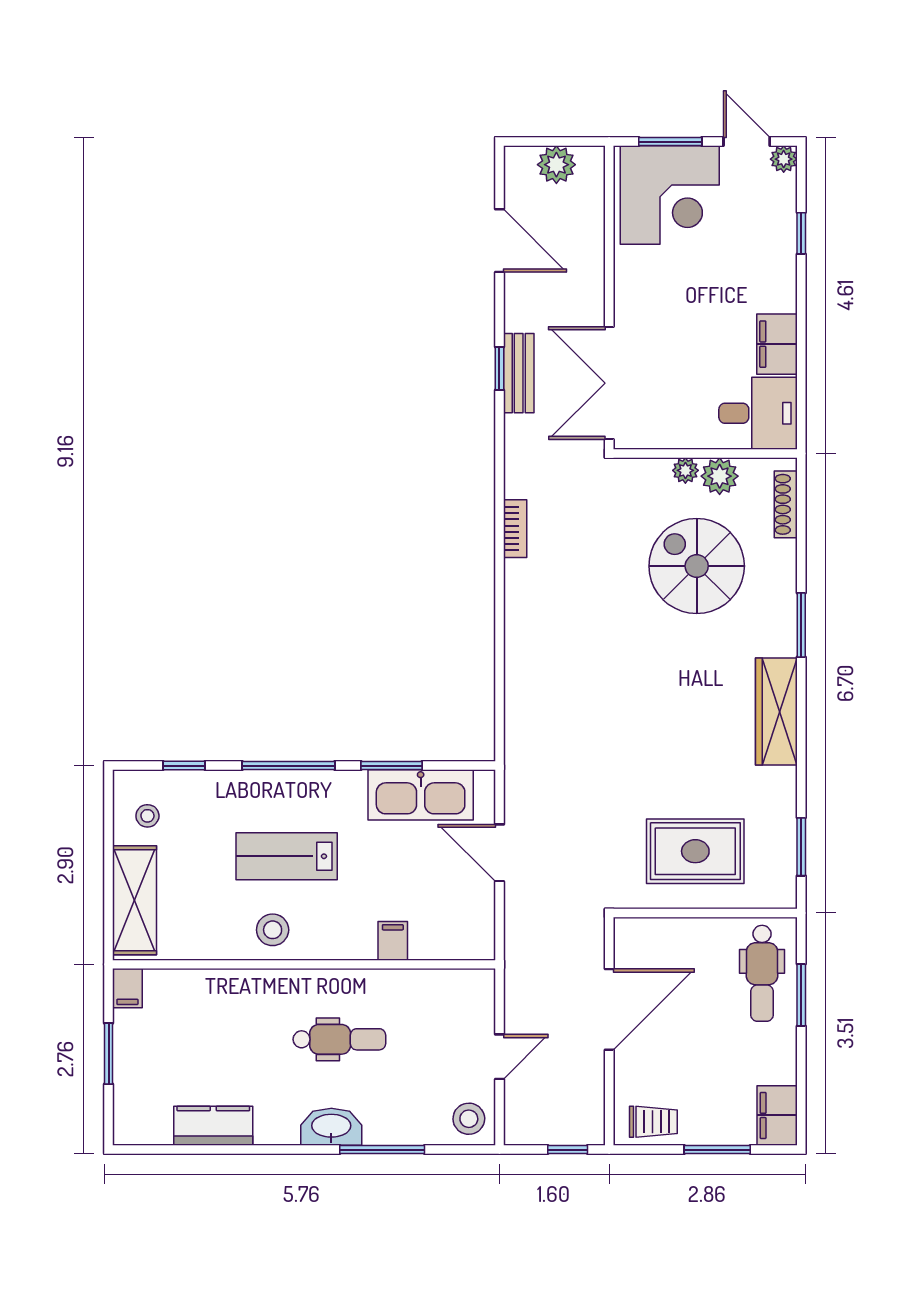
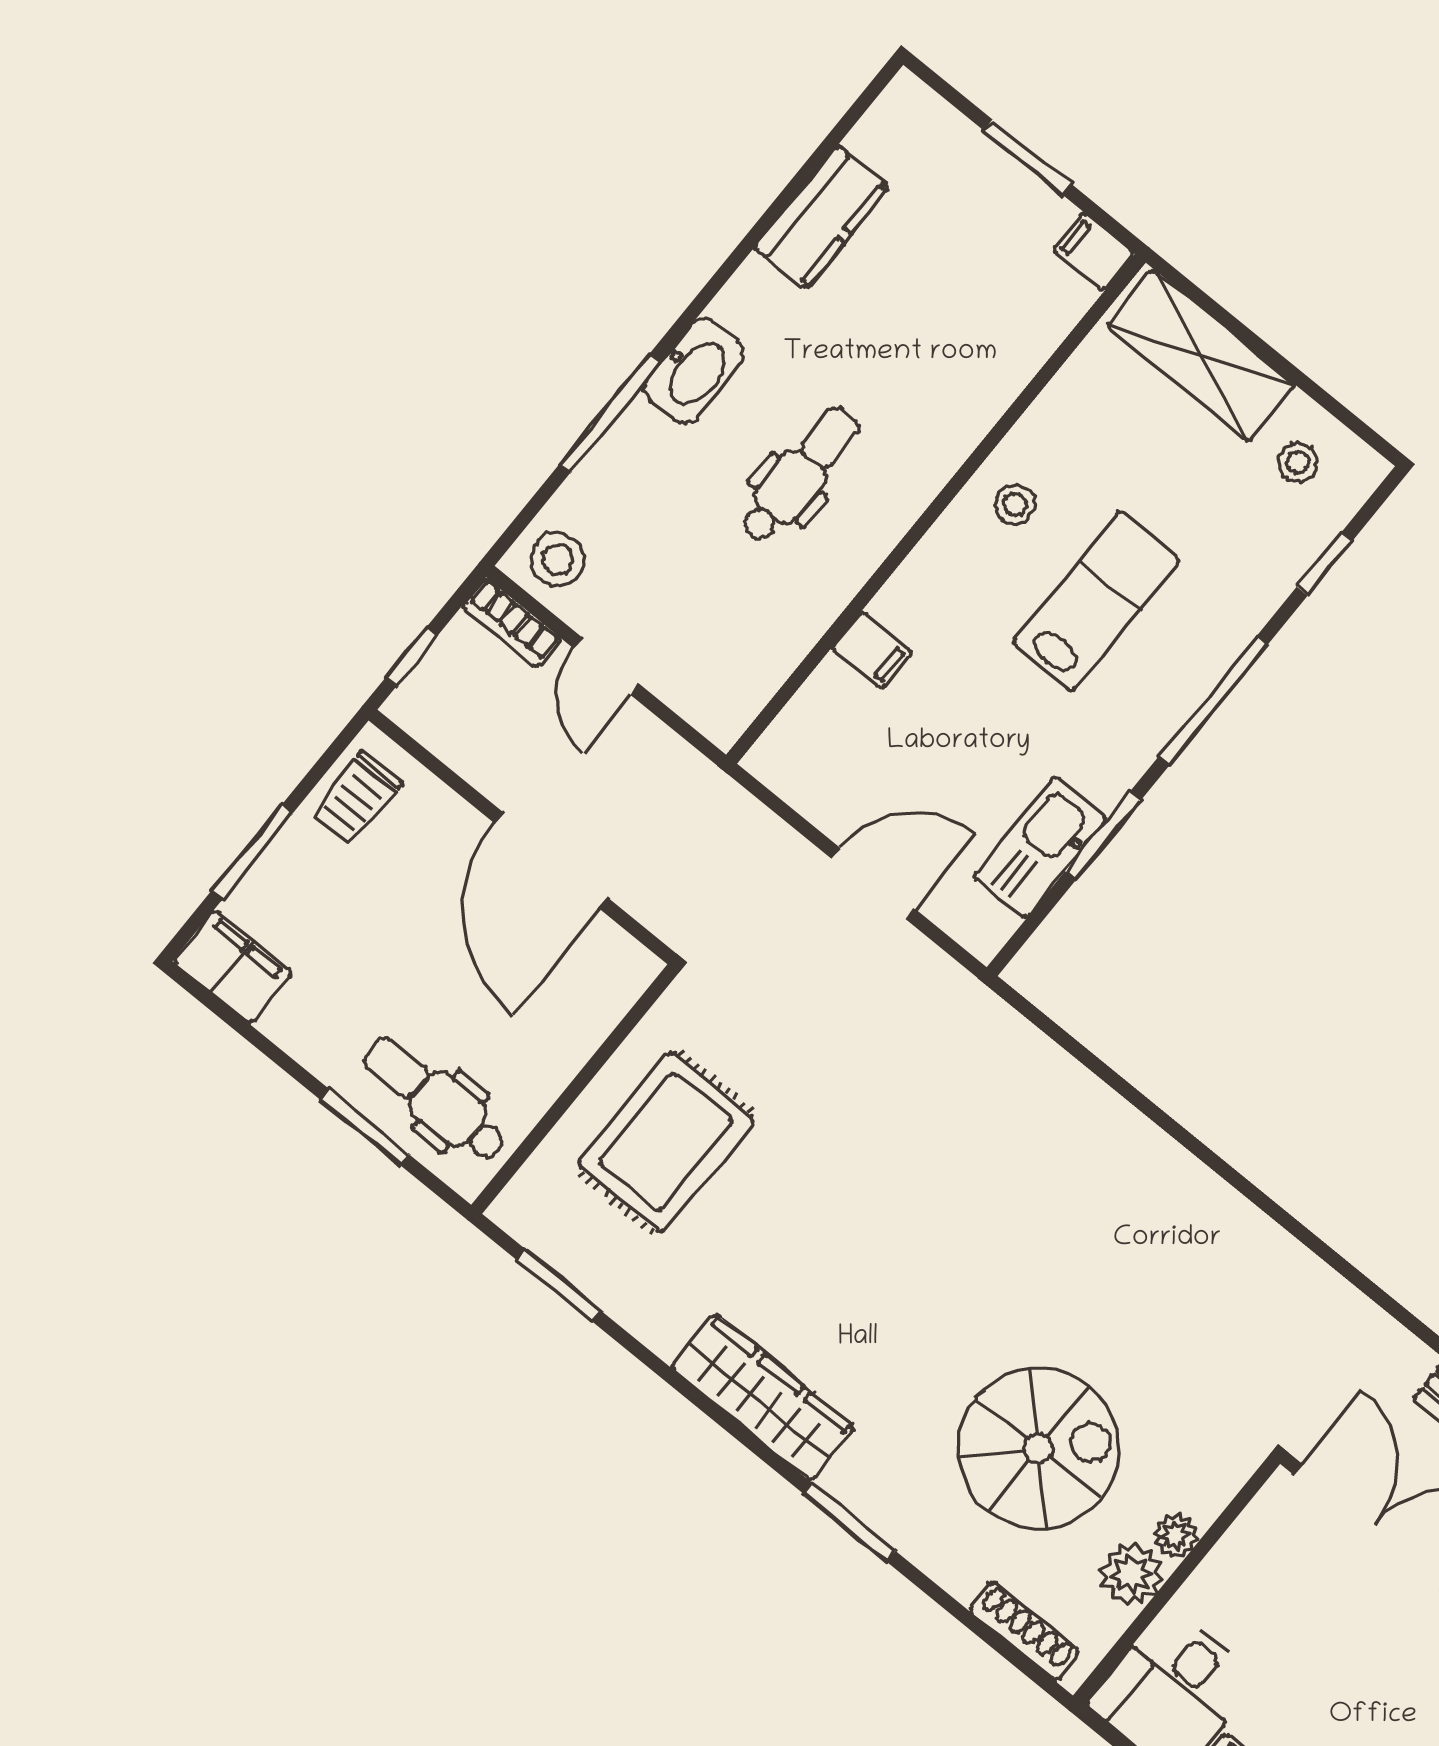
bookcase: (515, 529) -> (511, 623), moved
kitchen sink: (421, 795) -> (1040, 848), width x0.73, depth x0.81
stool: (273, 930) -> (1015, 504), width x0.73, depth x0.73
dental chair: (339, 1039) -> (800, 475), turned 180

